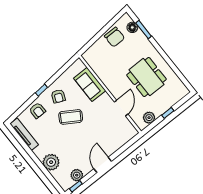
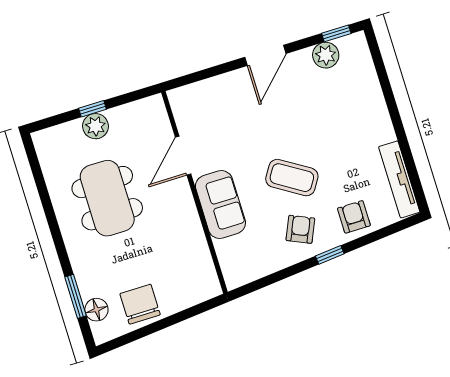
sofa: (90, 84) -> (220, 205), moved
plant: (149, 118) -> (96, 126), moved
plant: (51, 162) -> (367, 102), removed

